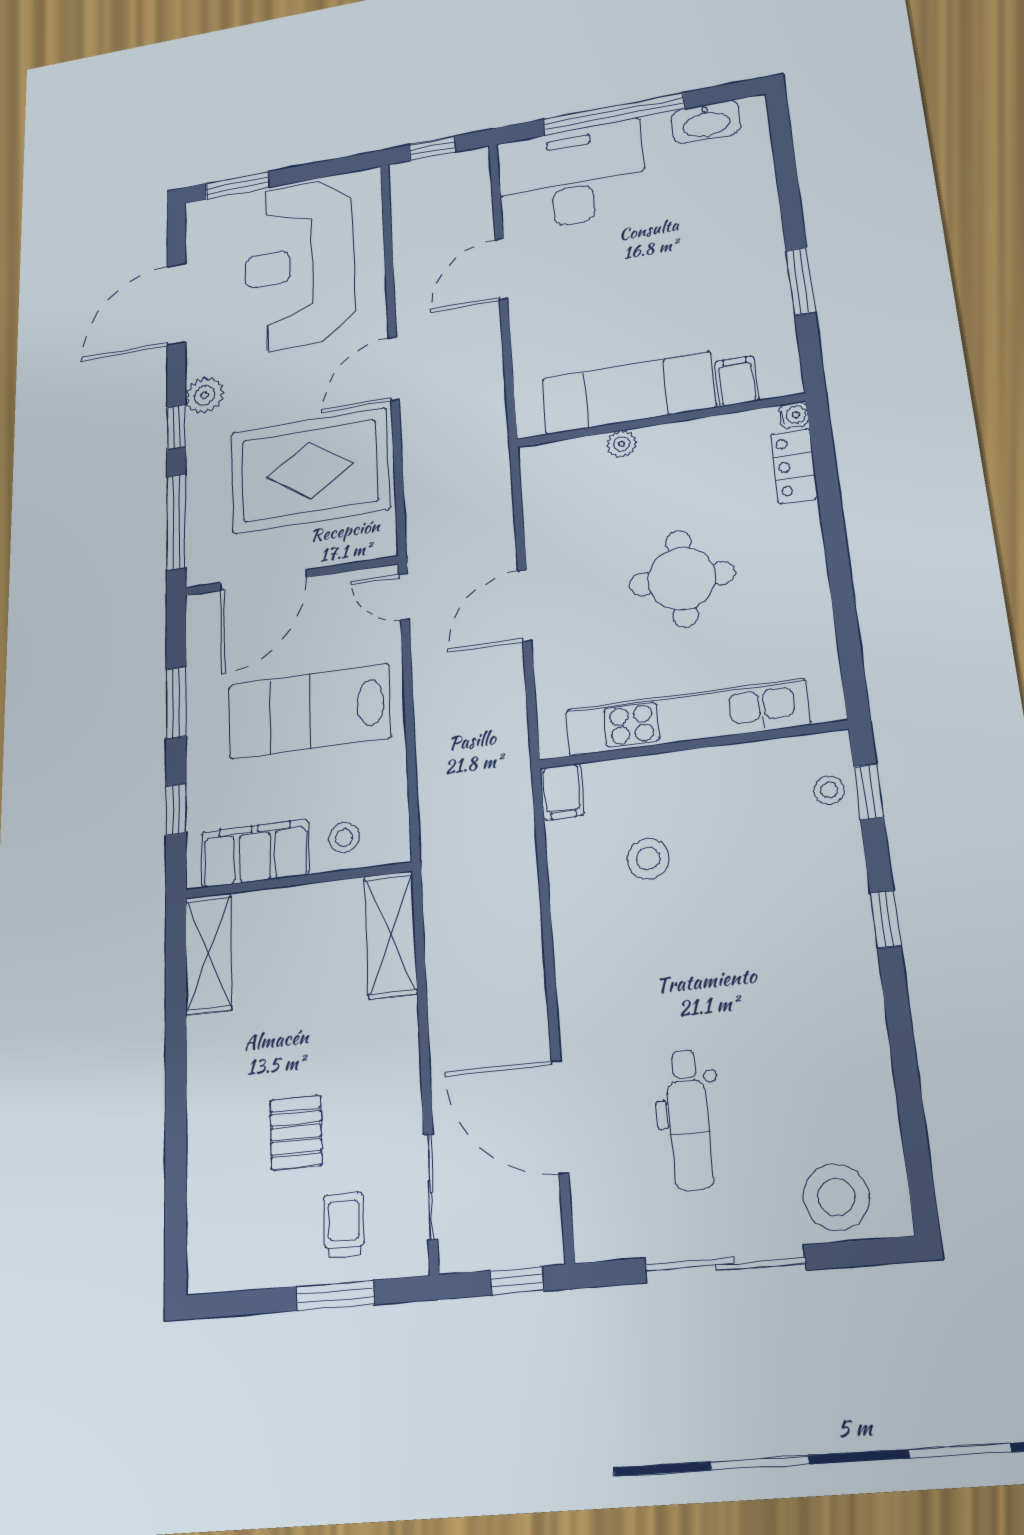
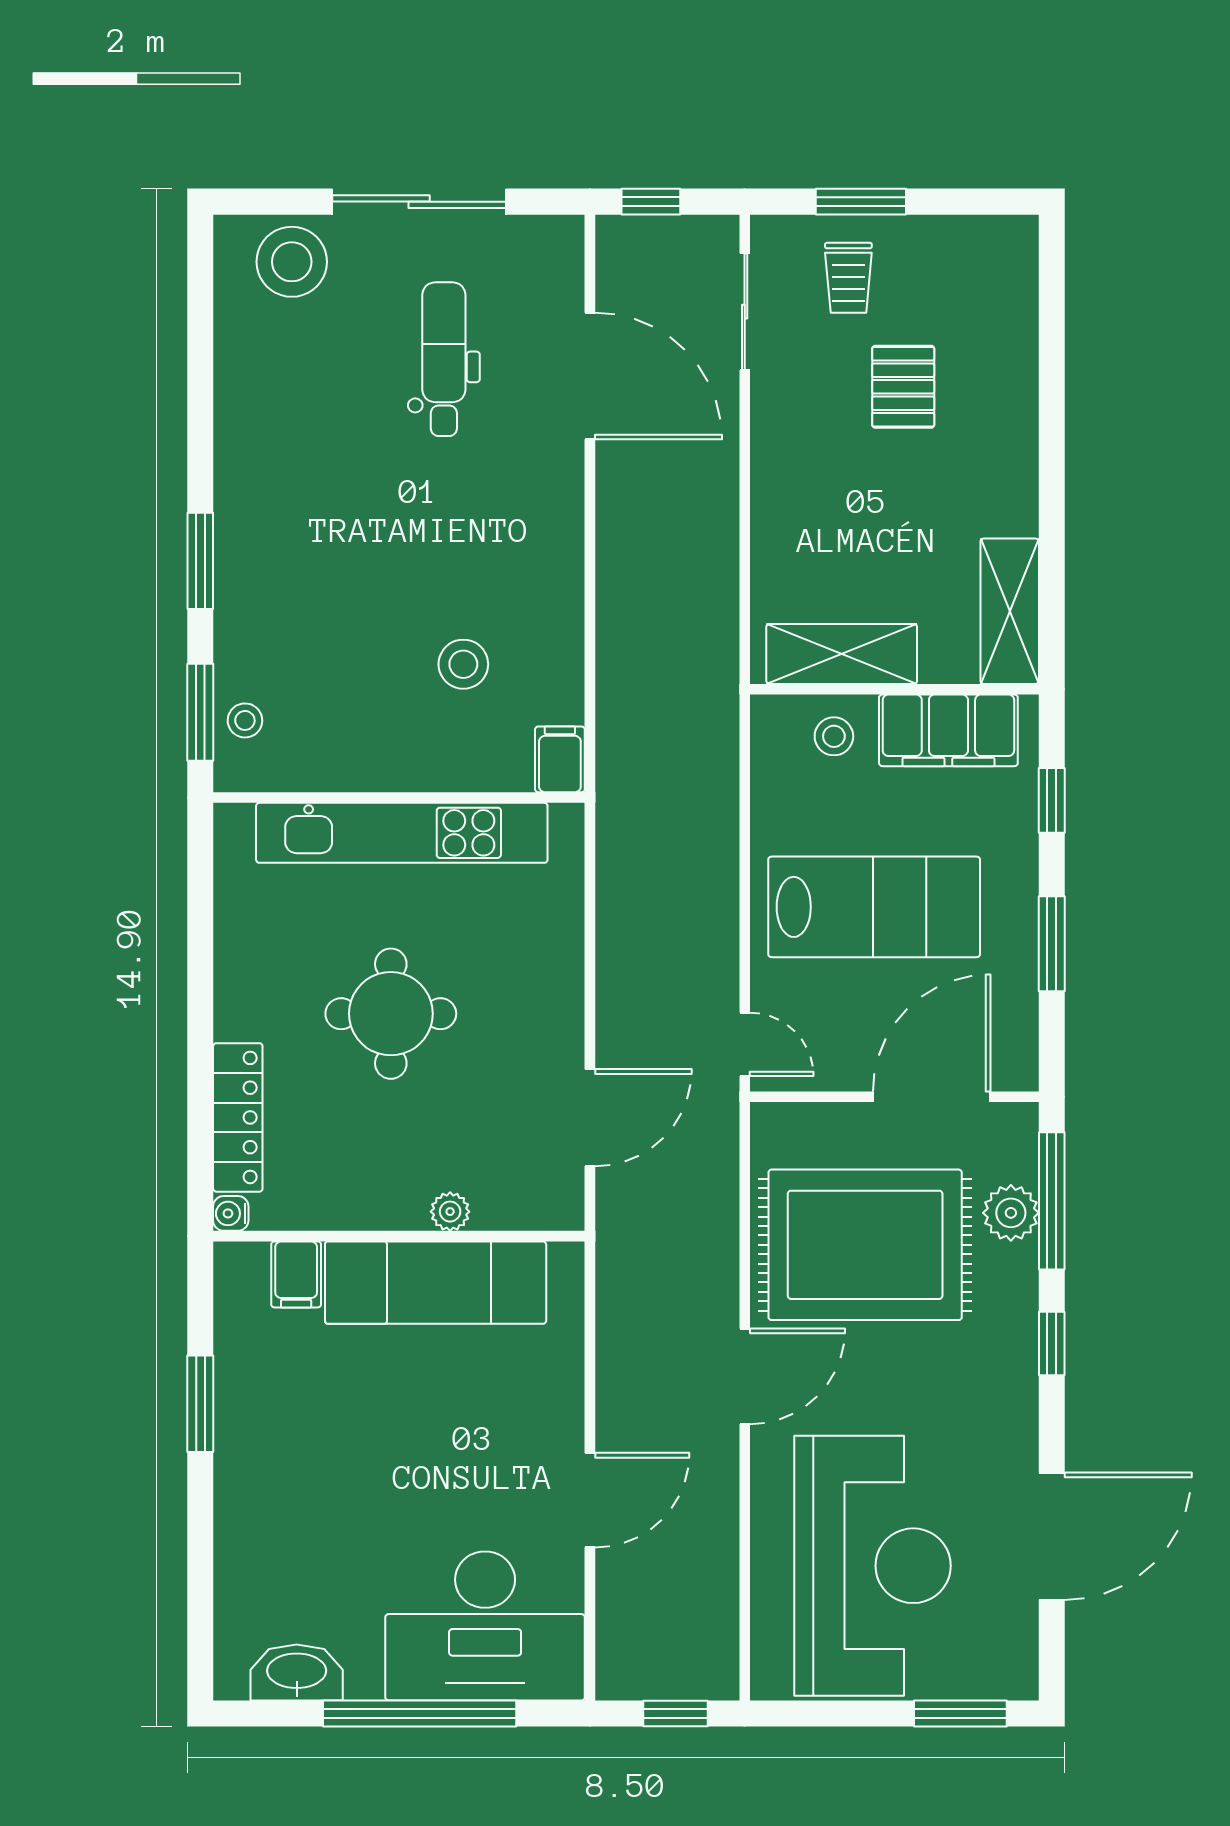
plant: (205, 395) -> (1011, 1213), moved
locker: (794, 466) -> (238, 1117), width x1.53
door: (525, 605) -> (590, 1118), moved
window: (869, 792) -> (200, 712), width x1.50
window: (885, 919) -> (200, 561), width x1.50
shelving: (390, 935) -> (842, 654), moved, turned 90

